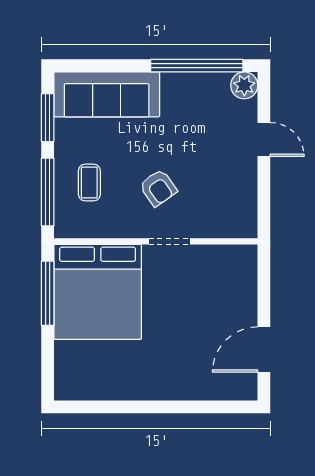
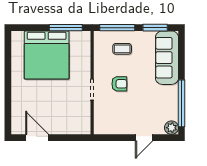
armchair: (158, 188) -> (119, 84), turned -145
bed: (98, 292) -> (47, 55), moved, turned -90

